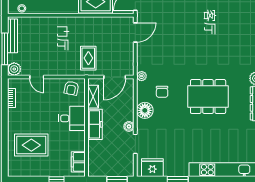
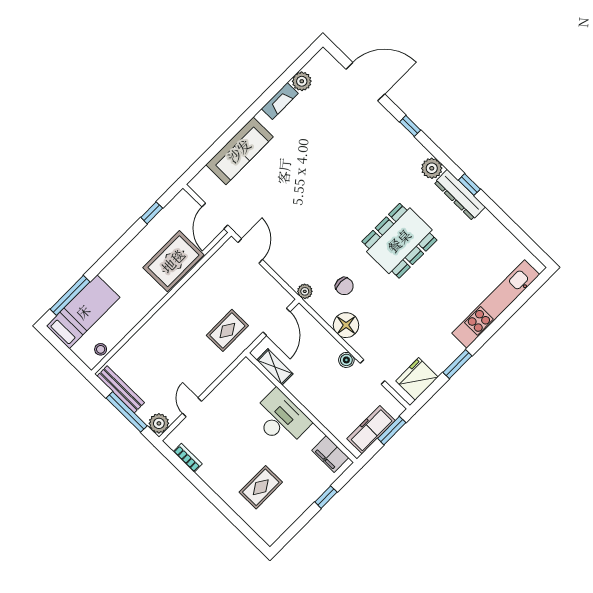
rug: (88, 58) -> (227, 330), turned 90
door: (37, 77) -> (192, 407), swing flipped
armchair: (71, 88) -> (242, 382), removed
desk: (72, 118) -> (281, 419), width x1.37
freezer: (95, 124) -> (371, 430), moved, turned -90
rug: (31, 145) -> (261, 487), width x0.73, depth x0.70

